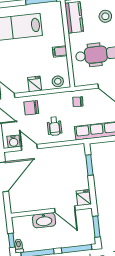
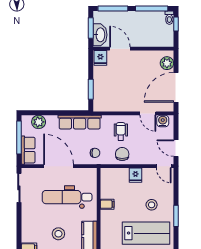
stool: (58, 81) -> (152, 205), moved
chair: (31, 108) -> (122, 154), moved, turned -90
plant: (16, 200) -> (167, 63), added
washbasin: (44, 220) -> (100, 35), moved, turned 90

